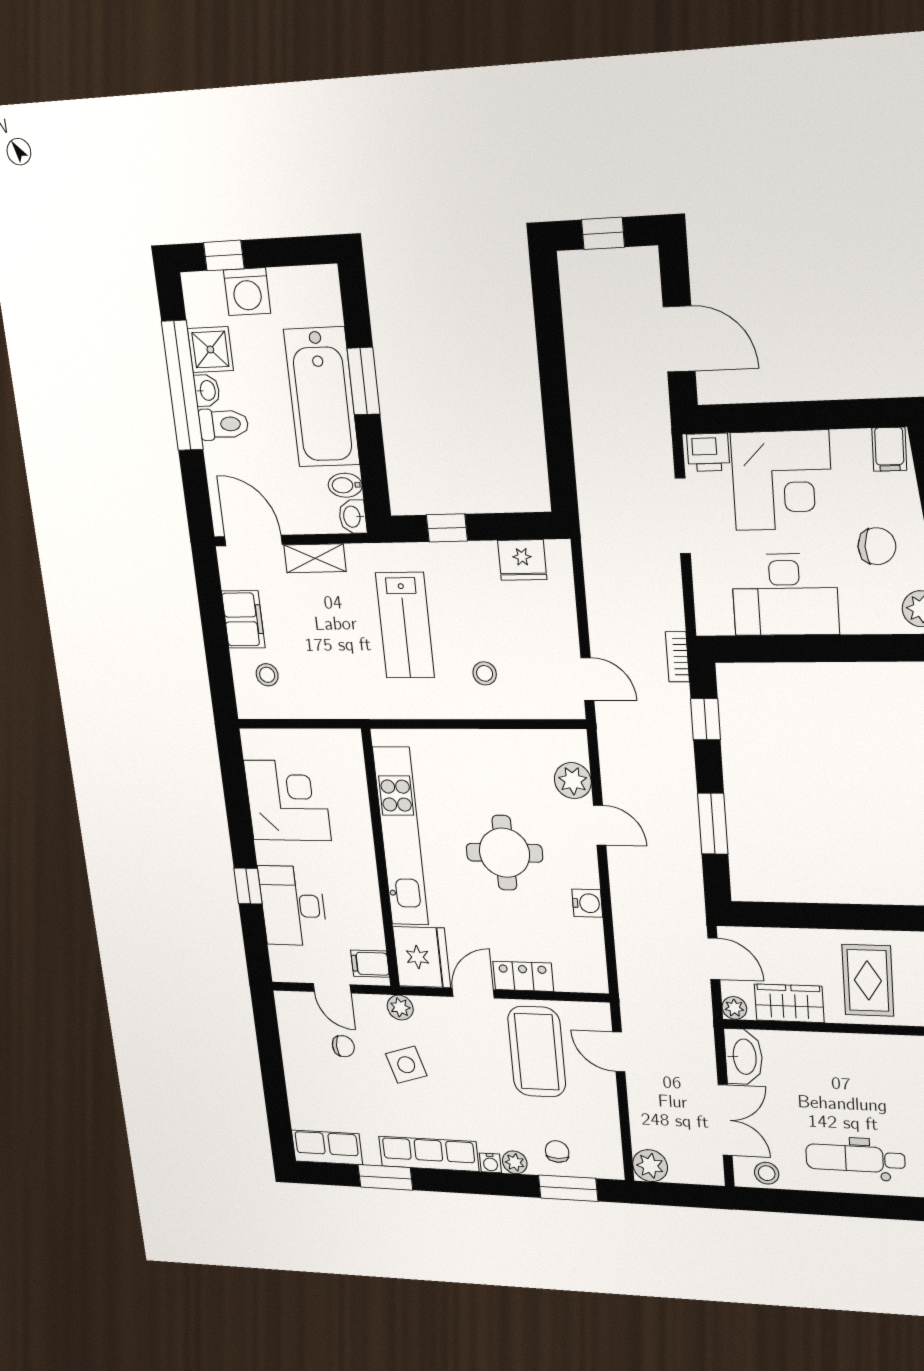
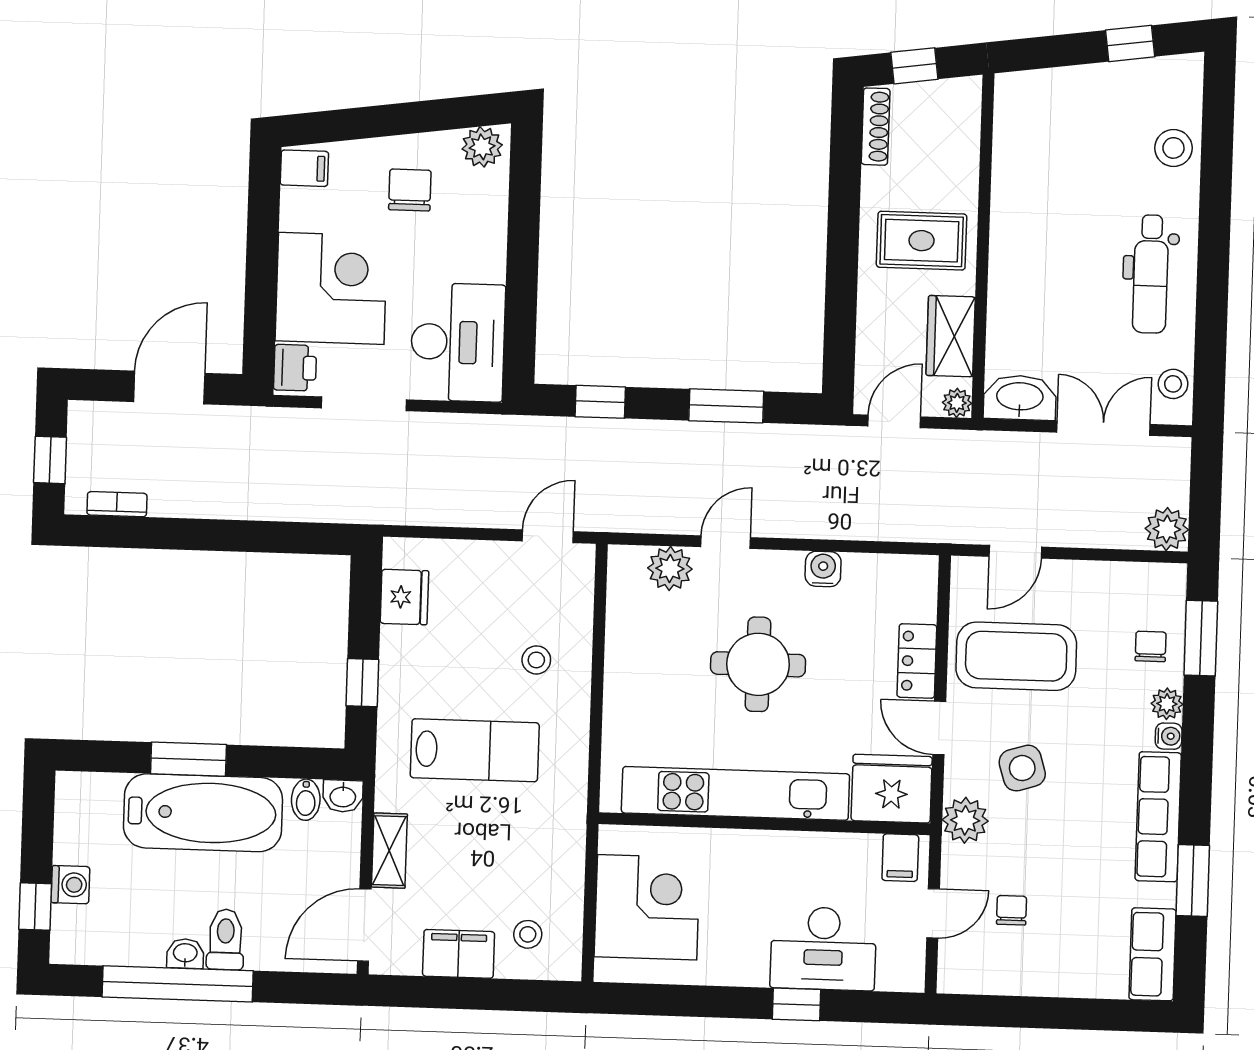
washing machine: (247, 292) -> (70, 885), width x0.73, depth x0.73
shower: (210, 350) -> (139, 941), removed
desk: (785, 595) -> (458, 342), moved
bookcase: (677, 657) -> (117, 504), moved, turned 180
corner desk: (287, 800) -> (647, 907), moved, turned 90
plant: (400, 1008) -> (965, 820), width x1.38, depth x1.38
side table: (406, 1065) -> (1022, 768), moved
chair: (557, 1152) -> (1151, 646), turned 90

